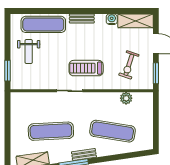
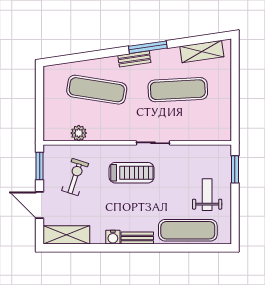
water cooler: (112, 19) -> (113, 237), moved

